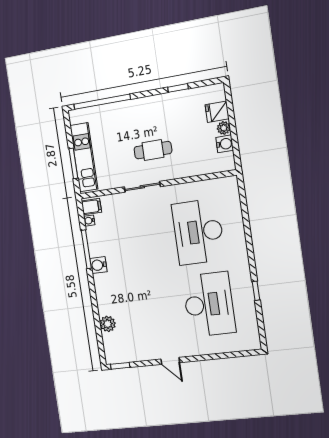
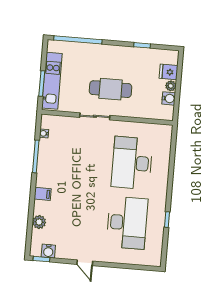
cafe table: (153, 150) -> (111, 89), width x1.37, depth x1.35
filing cabinet: (91, 207) -> (43, 194), moved
water cooler: (98, 265) -> (48, 251), moved, turned -90

